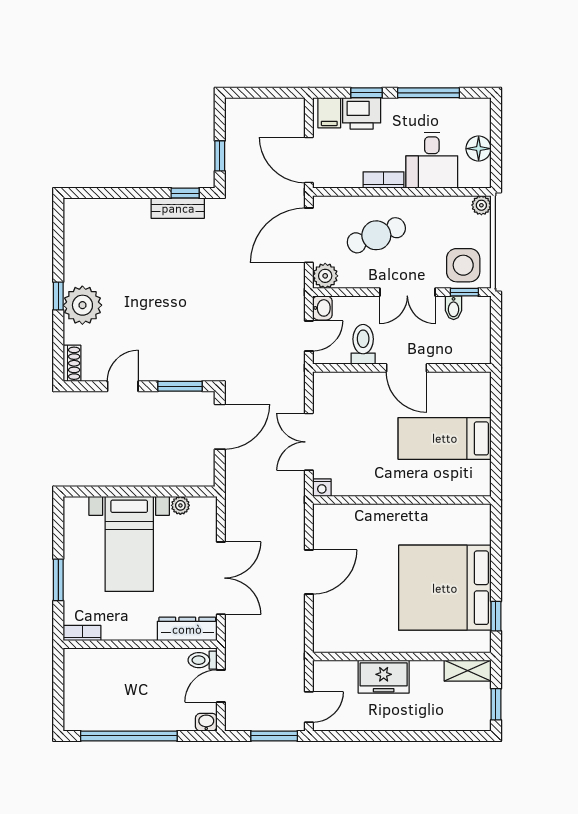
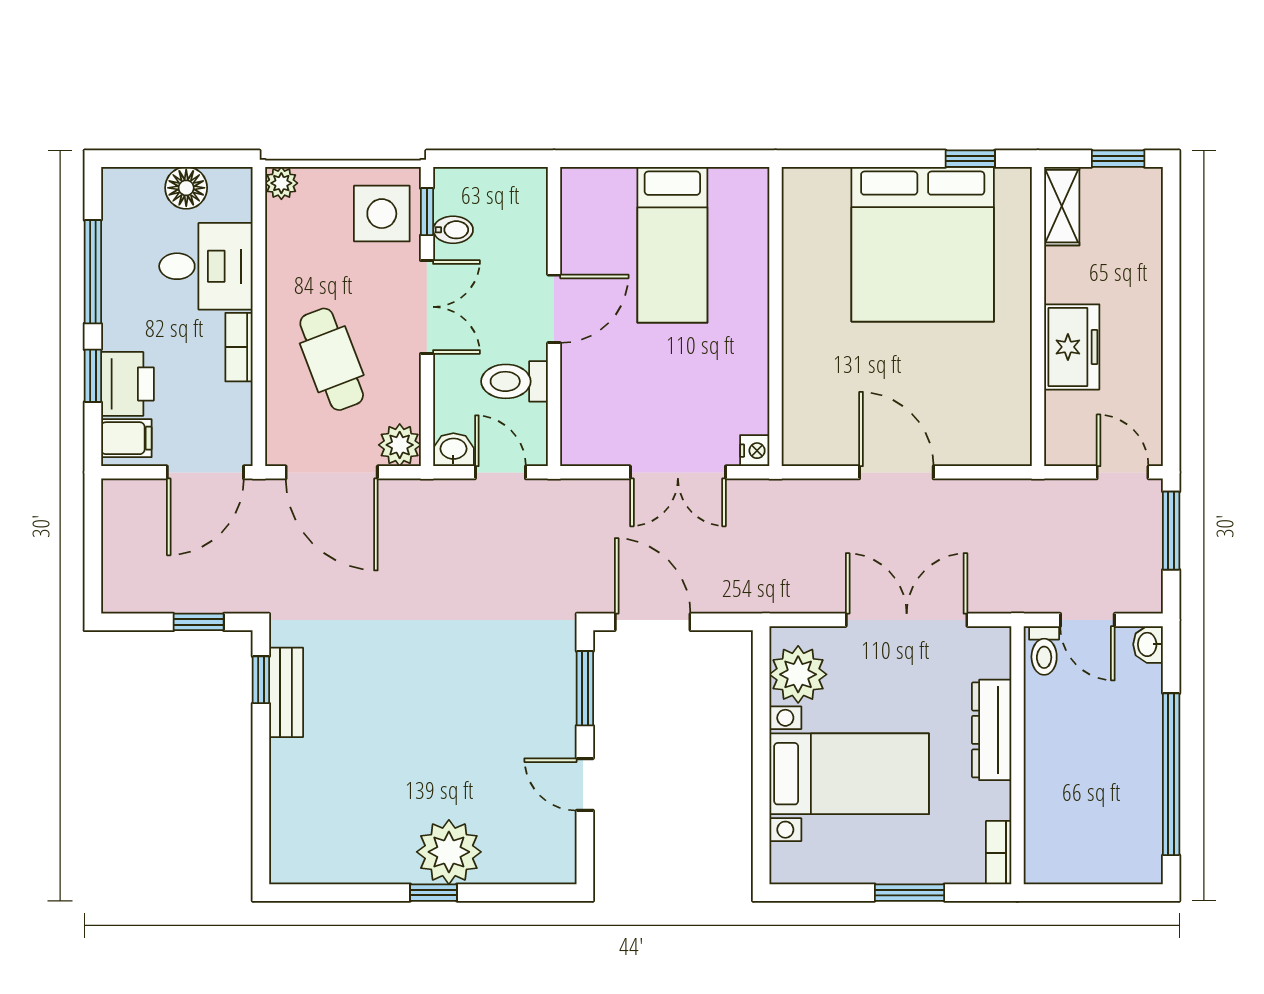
shoe rack: (72, 363) -> (546, 870), removed
plant: (180, 505) -> (798, 674), width x1.87, depth x1.87
dresser: (187, 629) -> (992, 730), moved

